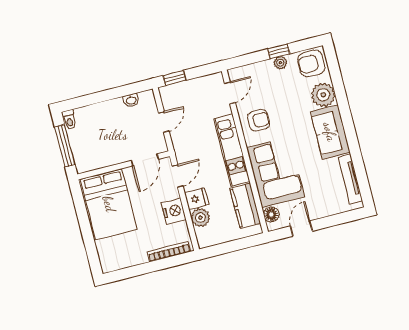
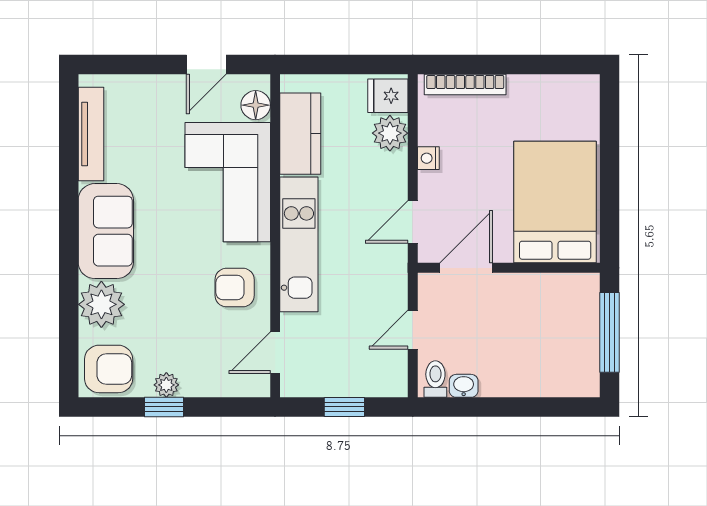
window: (174, 78) -> (344, 407), moved
toilet: (69, 120) -> (435, 379), moved
fridge: (197, 199) -> (388, 96), moved
nightstand: (174, 211) -> (428, 158), width x0.53, depth x0.56

